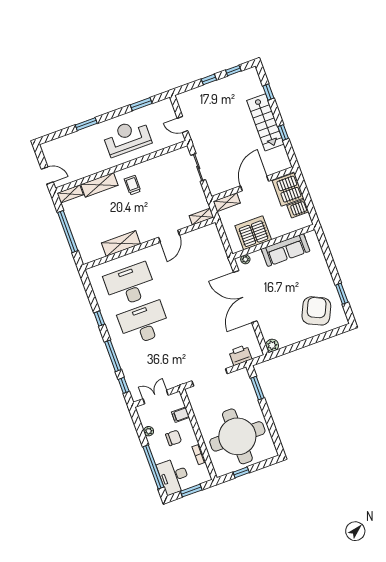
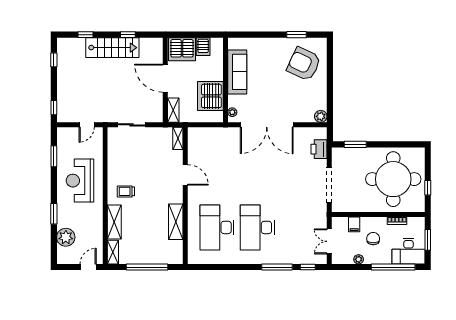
window: (209, 79) -> (54, 108), moved
plant: (68, 144) -> (66, 237), added
window: (99, 318) -> (238, 267), removed

